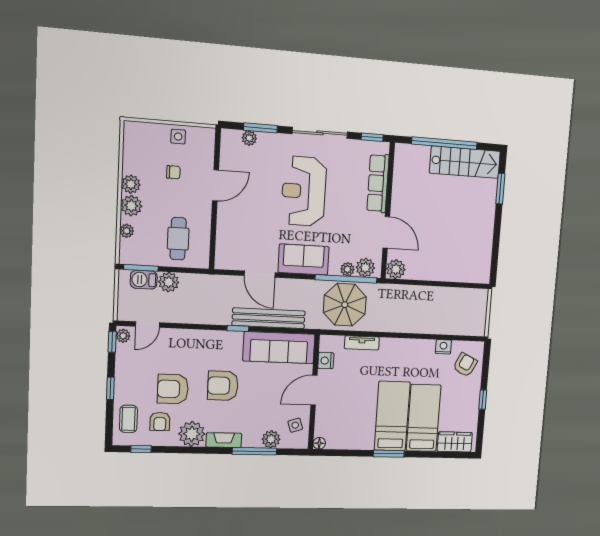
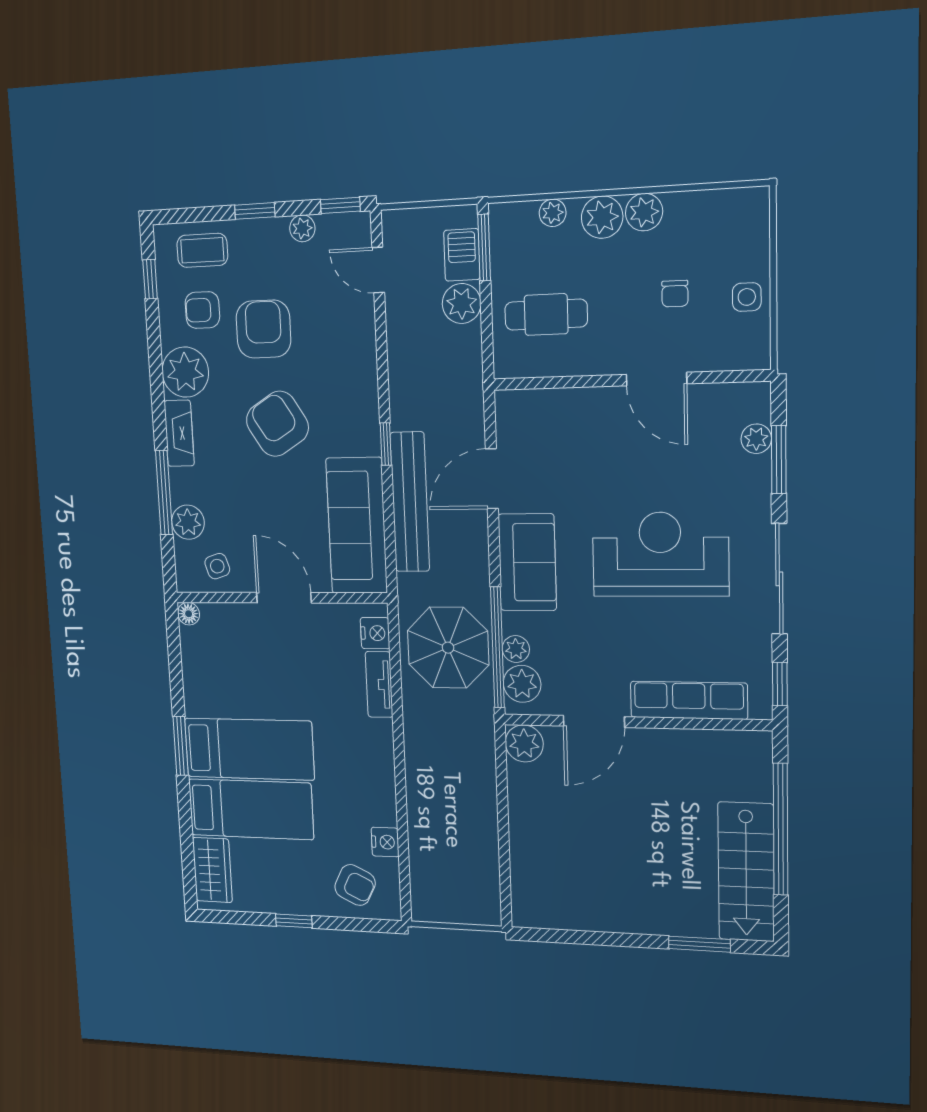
plant: (123, 336) -> (302, 228), moved
nightstand: (326, 361) -> (375, 633), moved, turned 90
armchair: (223, 386) -> (277, 424), turned -32

